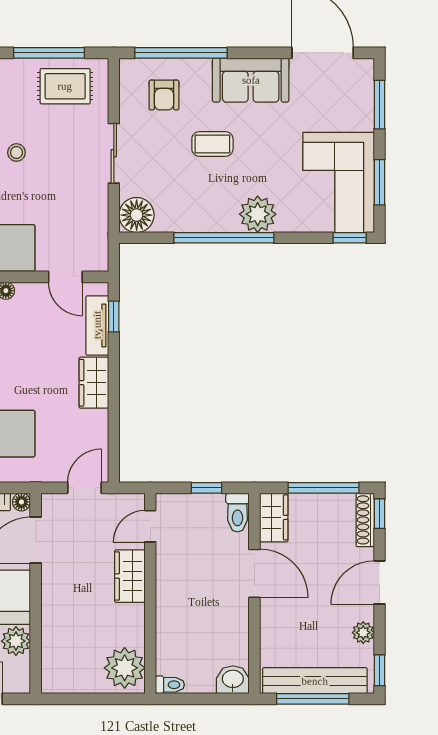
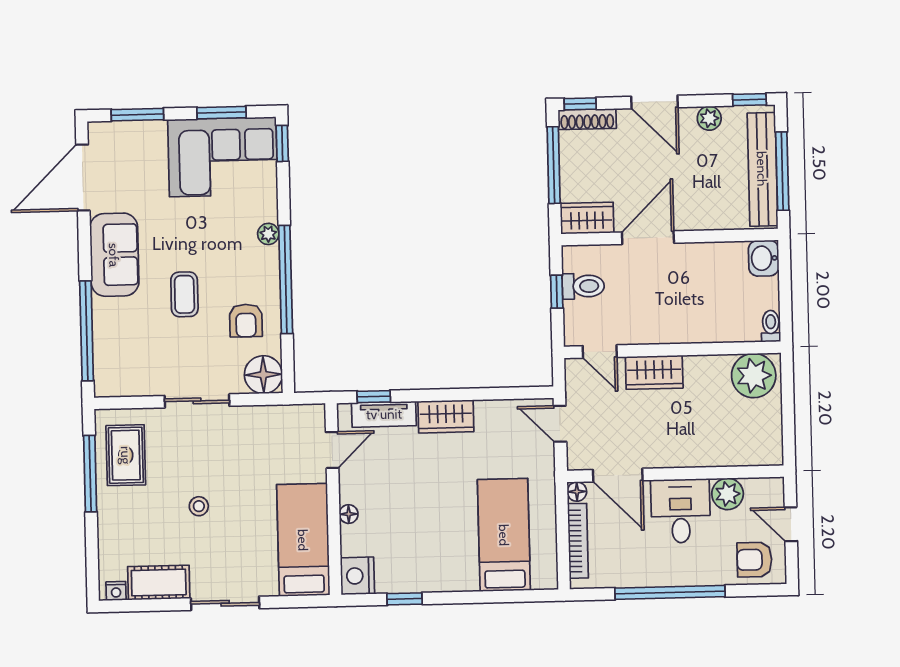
armchair: (164, 95) -> (246, 321), moved, turned 90
plant: (258, 214) -> (268, 234), width x0.53, depth x0.53
toilet: (237, 512) -> (583, 286), moved

